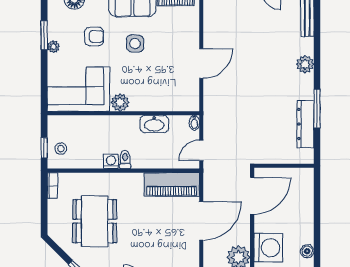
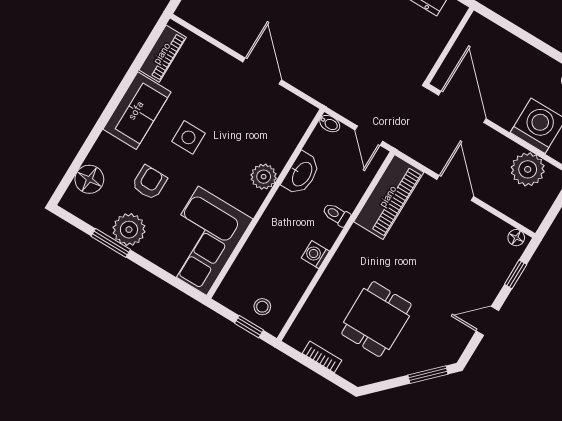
plant: (53, 47) -> (129, 230), width x1.87, depth x1.87
plant: (120, 102) -> (264, 177), moved
toilet: (125, 160) -> (336, 215), moved
bookcase: (52, 186) -> (322, 357), moved
dining table: (95, 221) -> (376, 319), width x0.73
door: (201, 221) -> (455, 188), width x0.73

